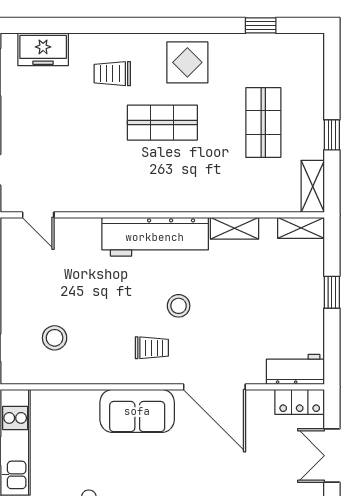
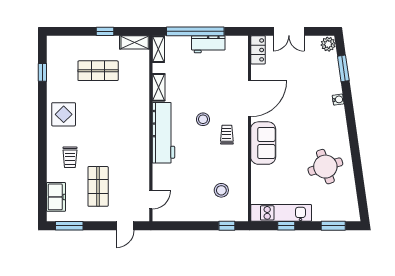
shop shelf: (162, 123) -> (98, 186), moved
window: (332, 292) -> (195, 31), width x3.17
workbench: (295, 369) -> (208, 44), moved, turned -90

